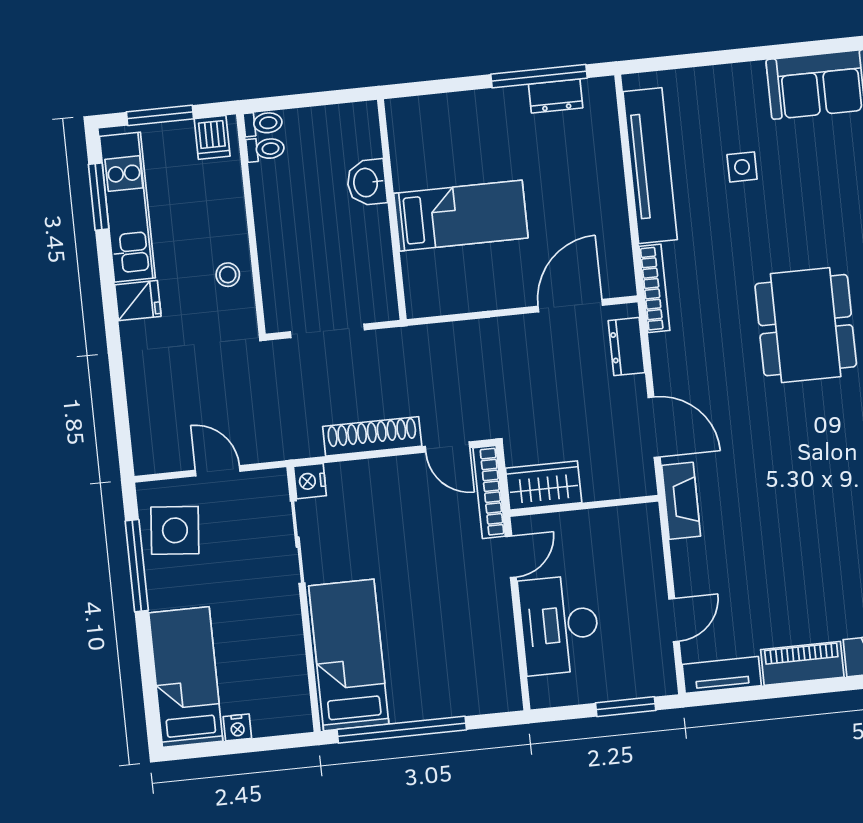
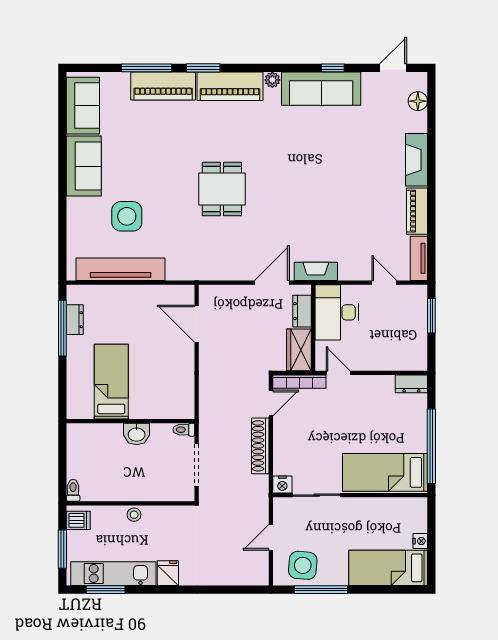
toilet: (265, 149) -> (184, 430), moved, turned -90
side table: (742, 167) -> (127, 216), width x1.87, depth x1.87
washbasin: (367, 182) -> (137, 434), moved
bed: (461, 216) -> (111, 382), moved
stool: (228, 275) -> (134, 515), moved
bookcase: (654, 288) -> (192, 274), removed
dining table: (806, 325) -> (222, 189), width x0.73
dresser: (627, 347) -> (302, 311), moved, turned 90
desk: (559, 625) -> (337, 312), moved, turned 90
dresser: (505, 684) -> (411, 384), added

